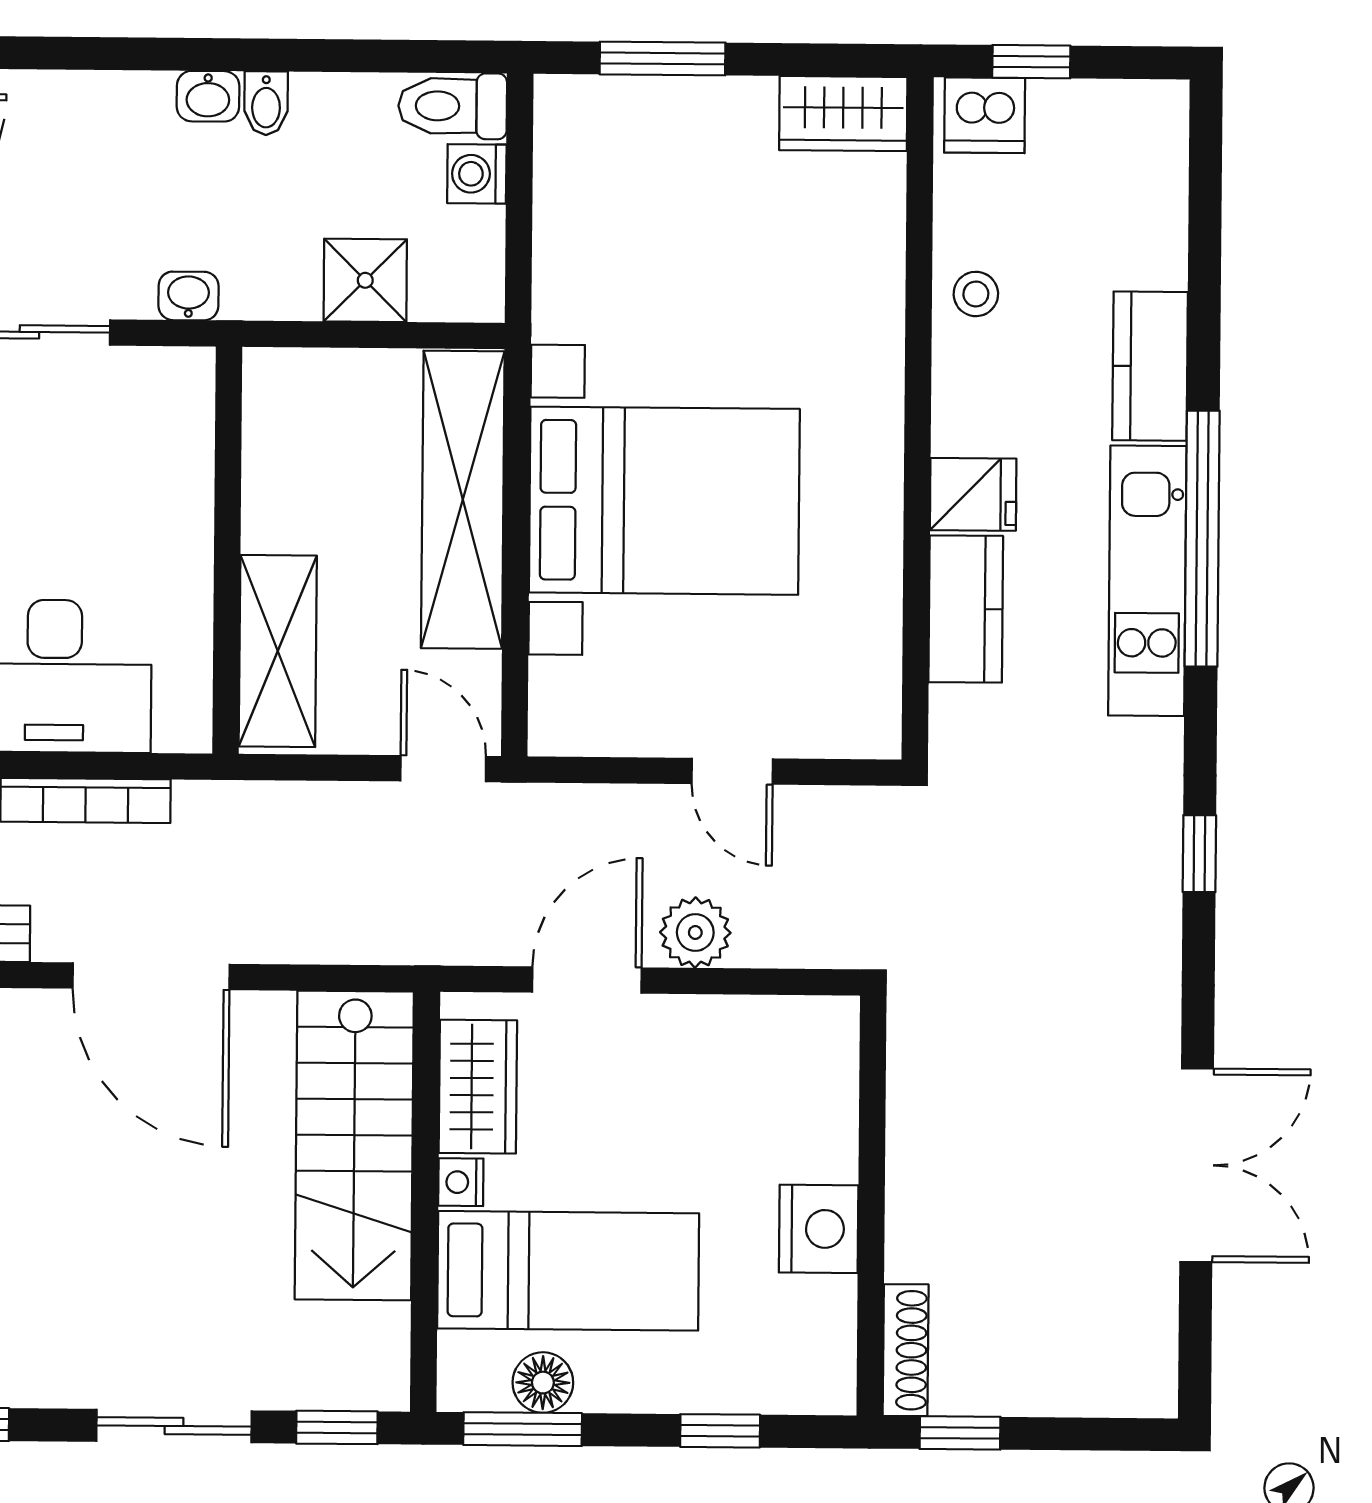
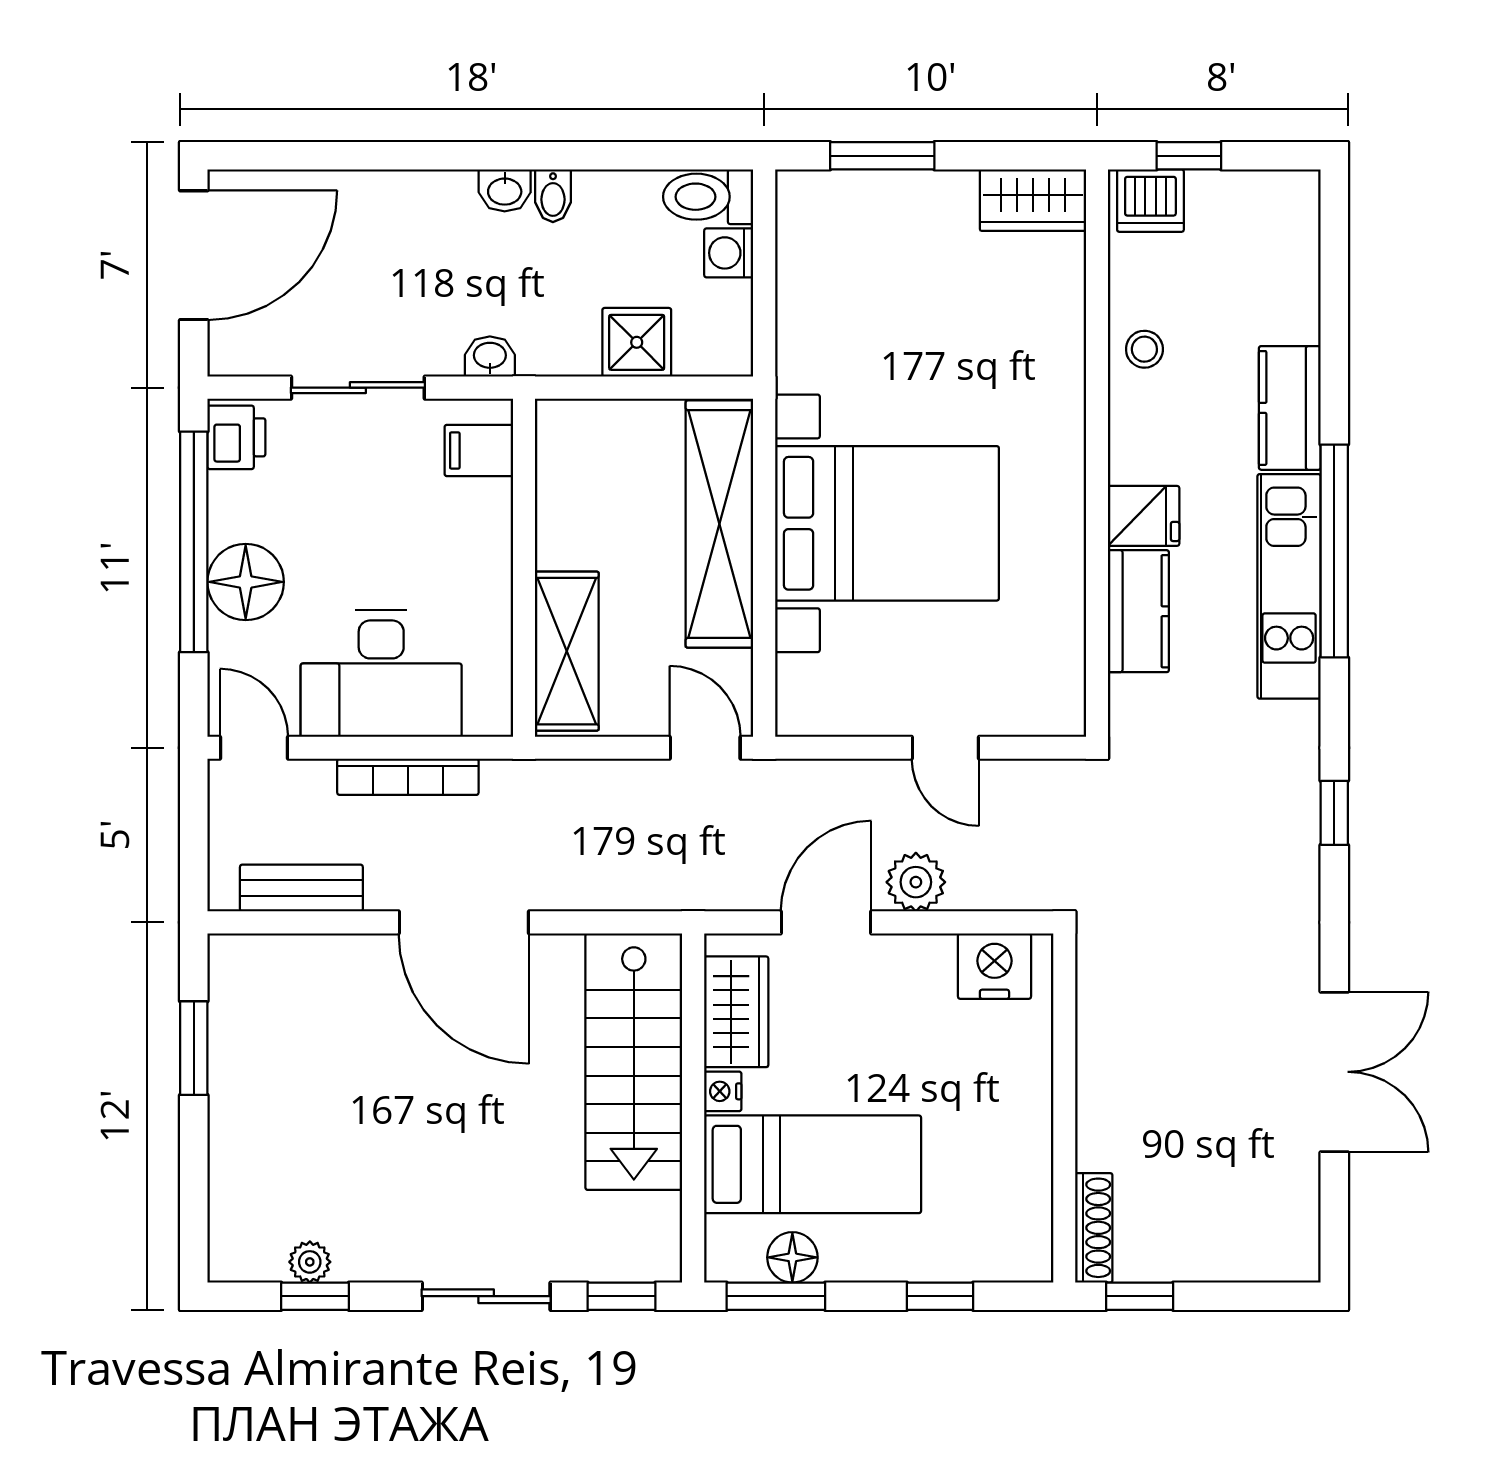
filing cabinet: (174, 409) -> (479, 450), added
nightstand: (819, 1229) -> (994, 966), moved, turned -90

